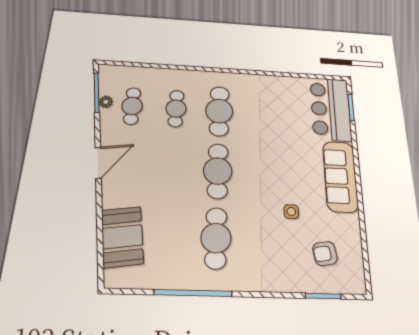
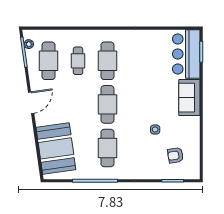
plant: (106, 102) -> (29, 44), moved
cafe table: (132, 106) -> (49, 61), width x1.37, depth x1.35
sofa: (340, 176) -> (189, 98), width x0.73
booth: (122, 237) -> (56, 148), width x1.36, depth x1.42

